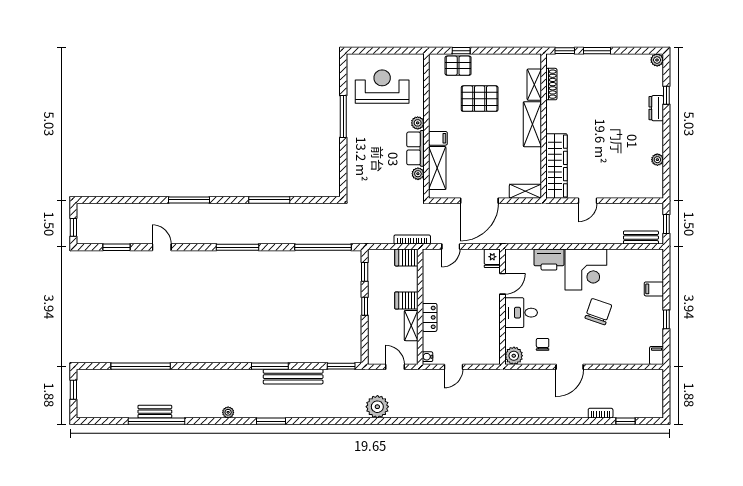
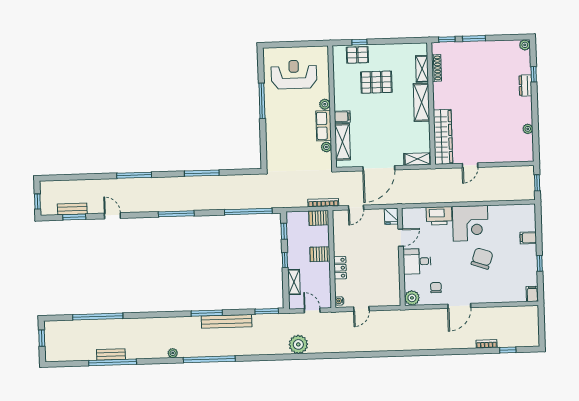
bench: (641, 238) -> (72, 209), moved
shelving: (411, 326) -> (294, 282), moved
window: (271, 421) -> (209, 359), width x2.11

